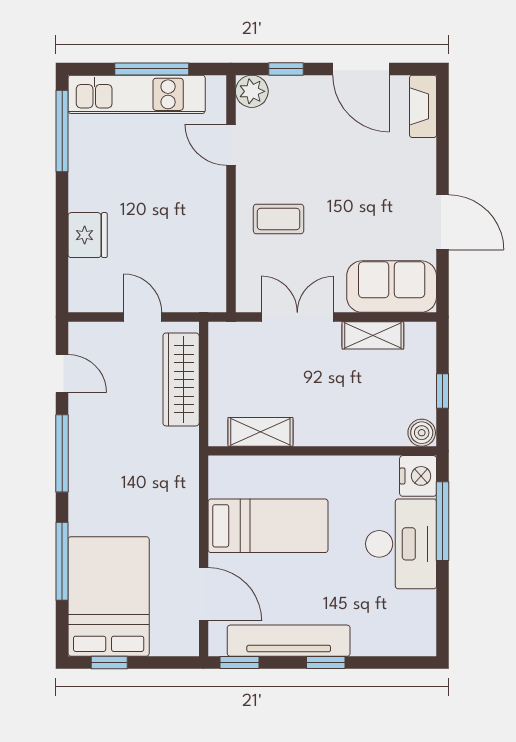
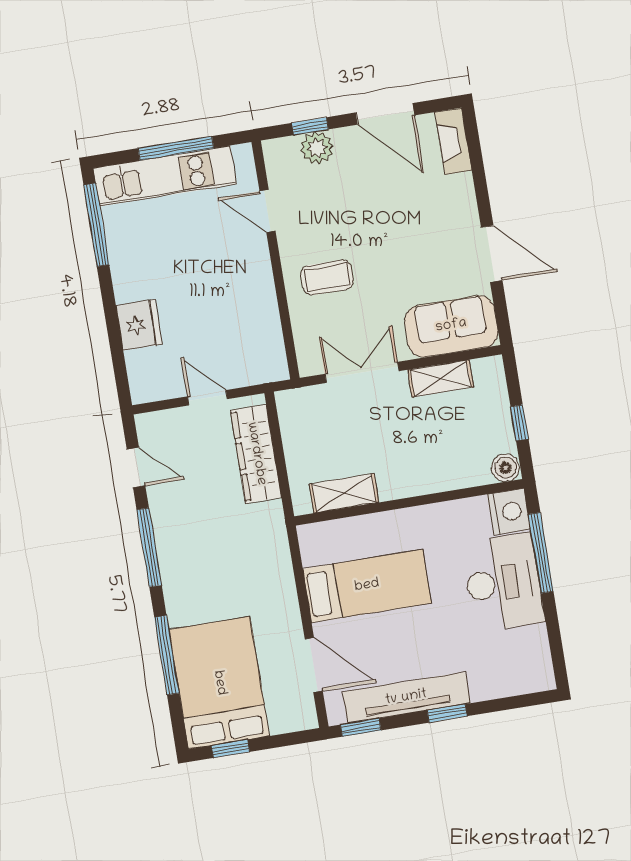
plant: (252, 91) -> (317, 148), moved

